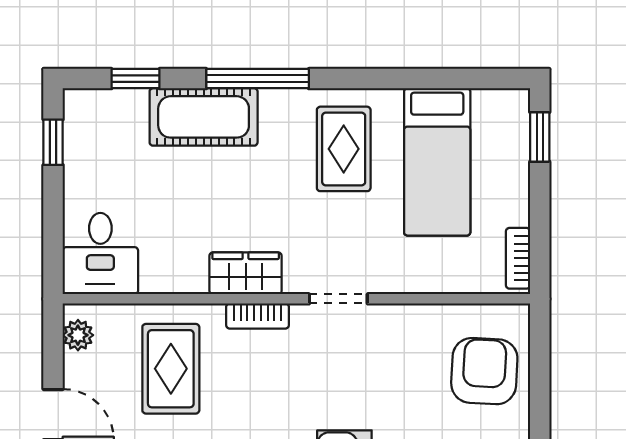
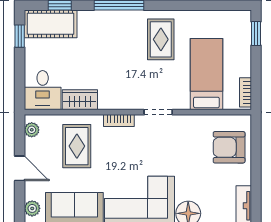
cot: (204, 117) -> (51, 24), moved
bed: (437, 162) -> (206, 74), moved, turned 180
wardrobe: (246, 273) -> (80, 100), moved
armchair: (484, 371) -> (229, 147), turned -93

